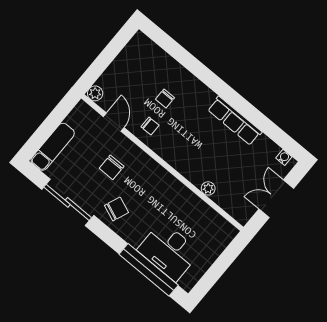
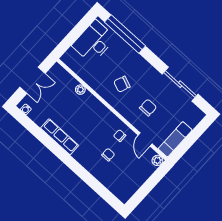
exam couch: (53, 147) -> (175, 139), moved
chair: (117, 209) -> (122, 84), moved
desk: (169, 251) -> (94, 42), moved, turned -90

